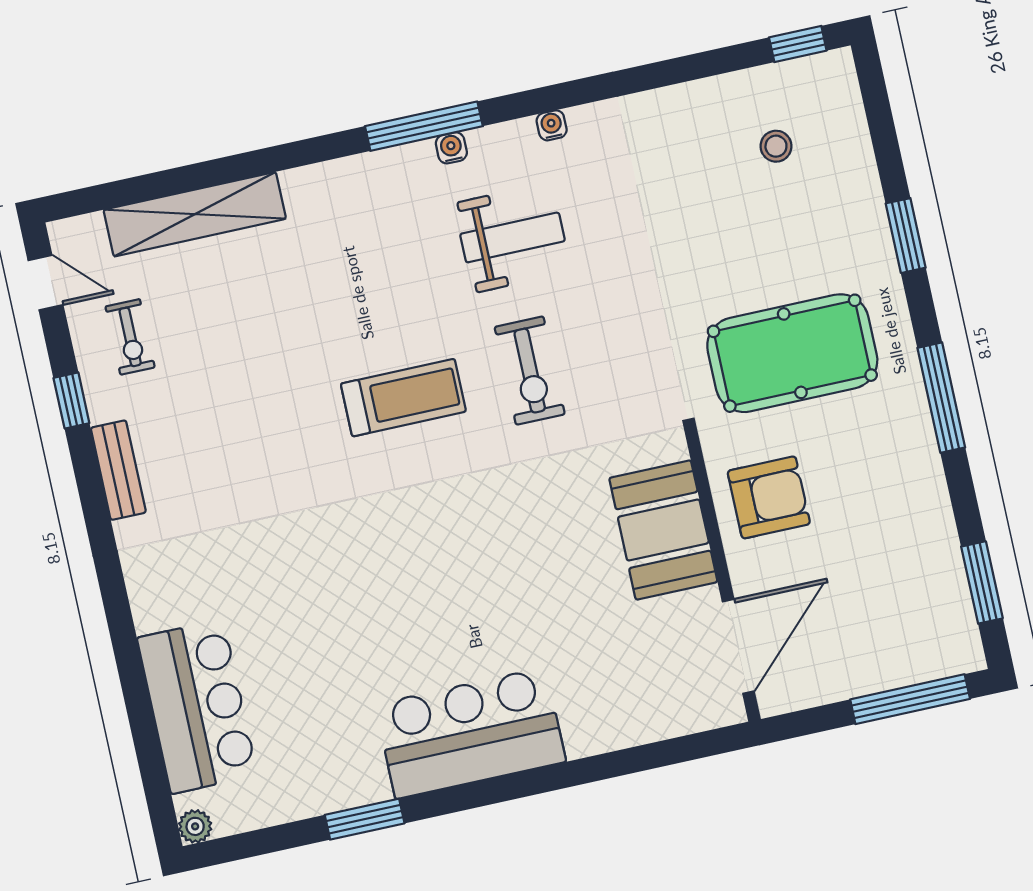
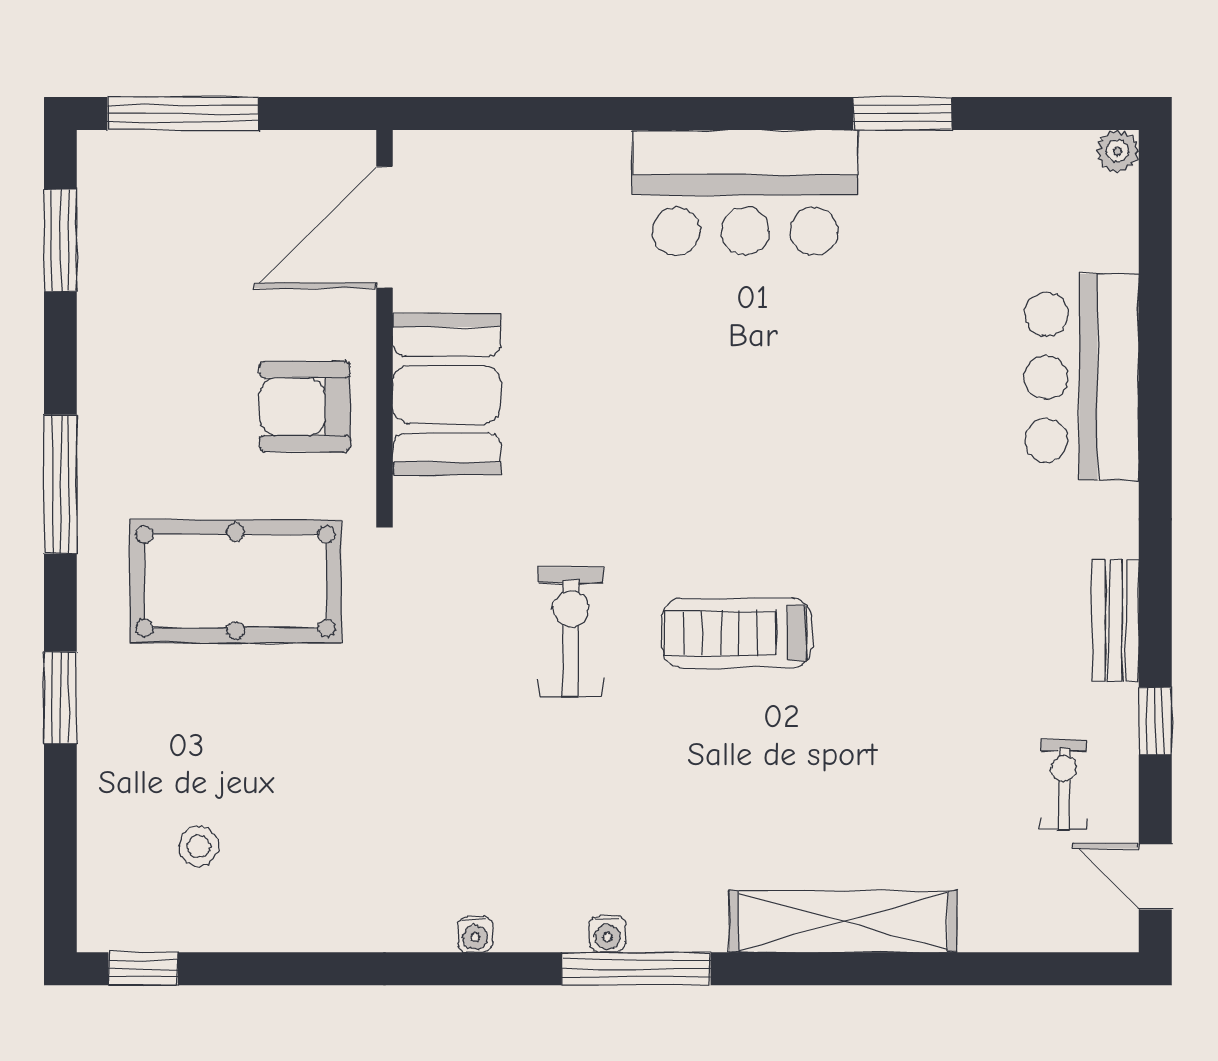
shelving: (195, 214) -> (843, 921), moved
weight bench: (512, 237) -> (555, 804), removed
bar counter: (197, 707) -> (1082, 377), moved

